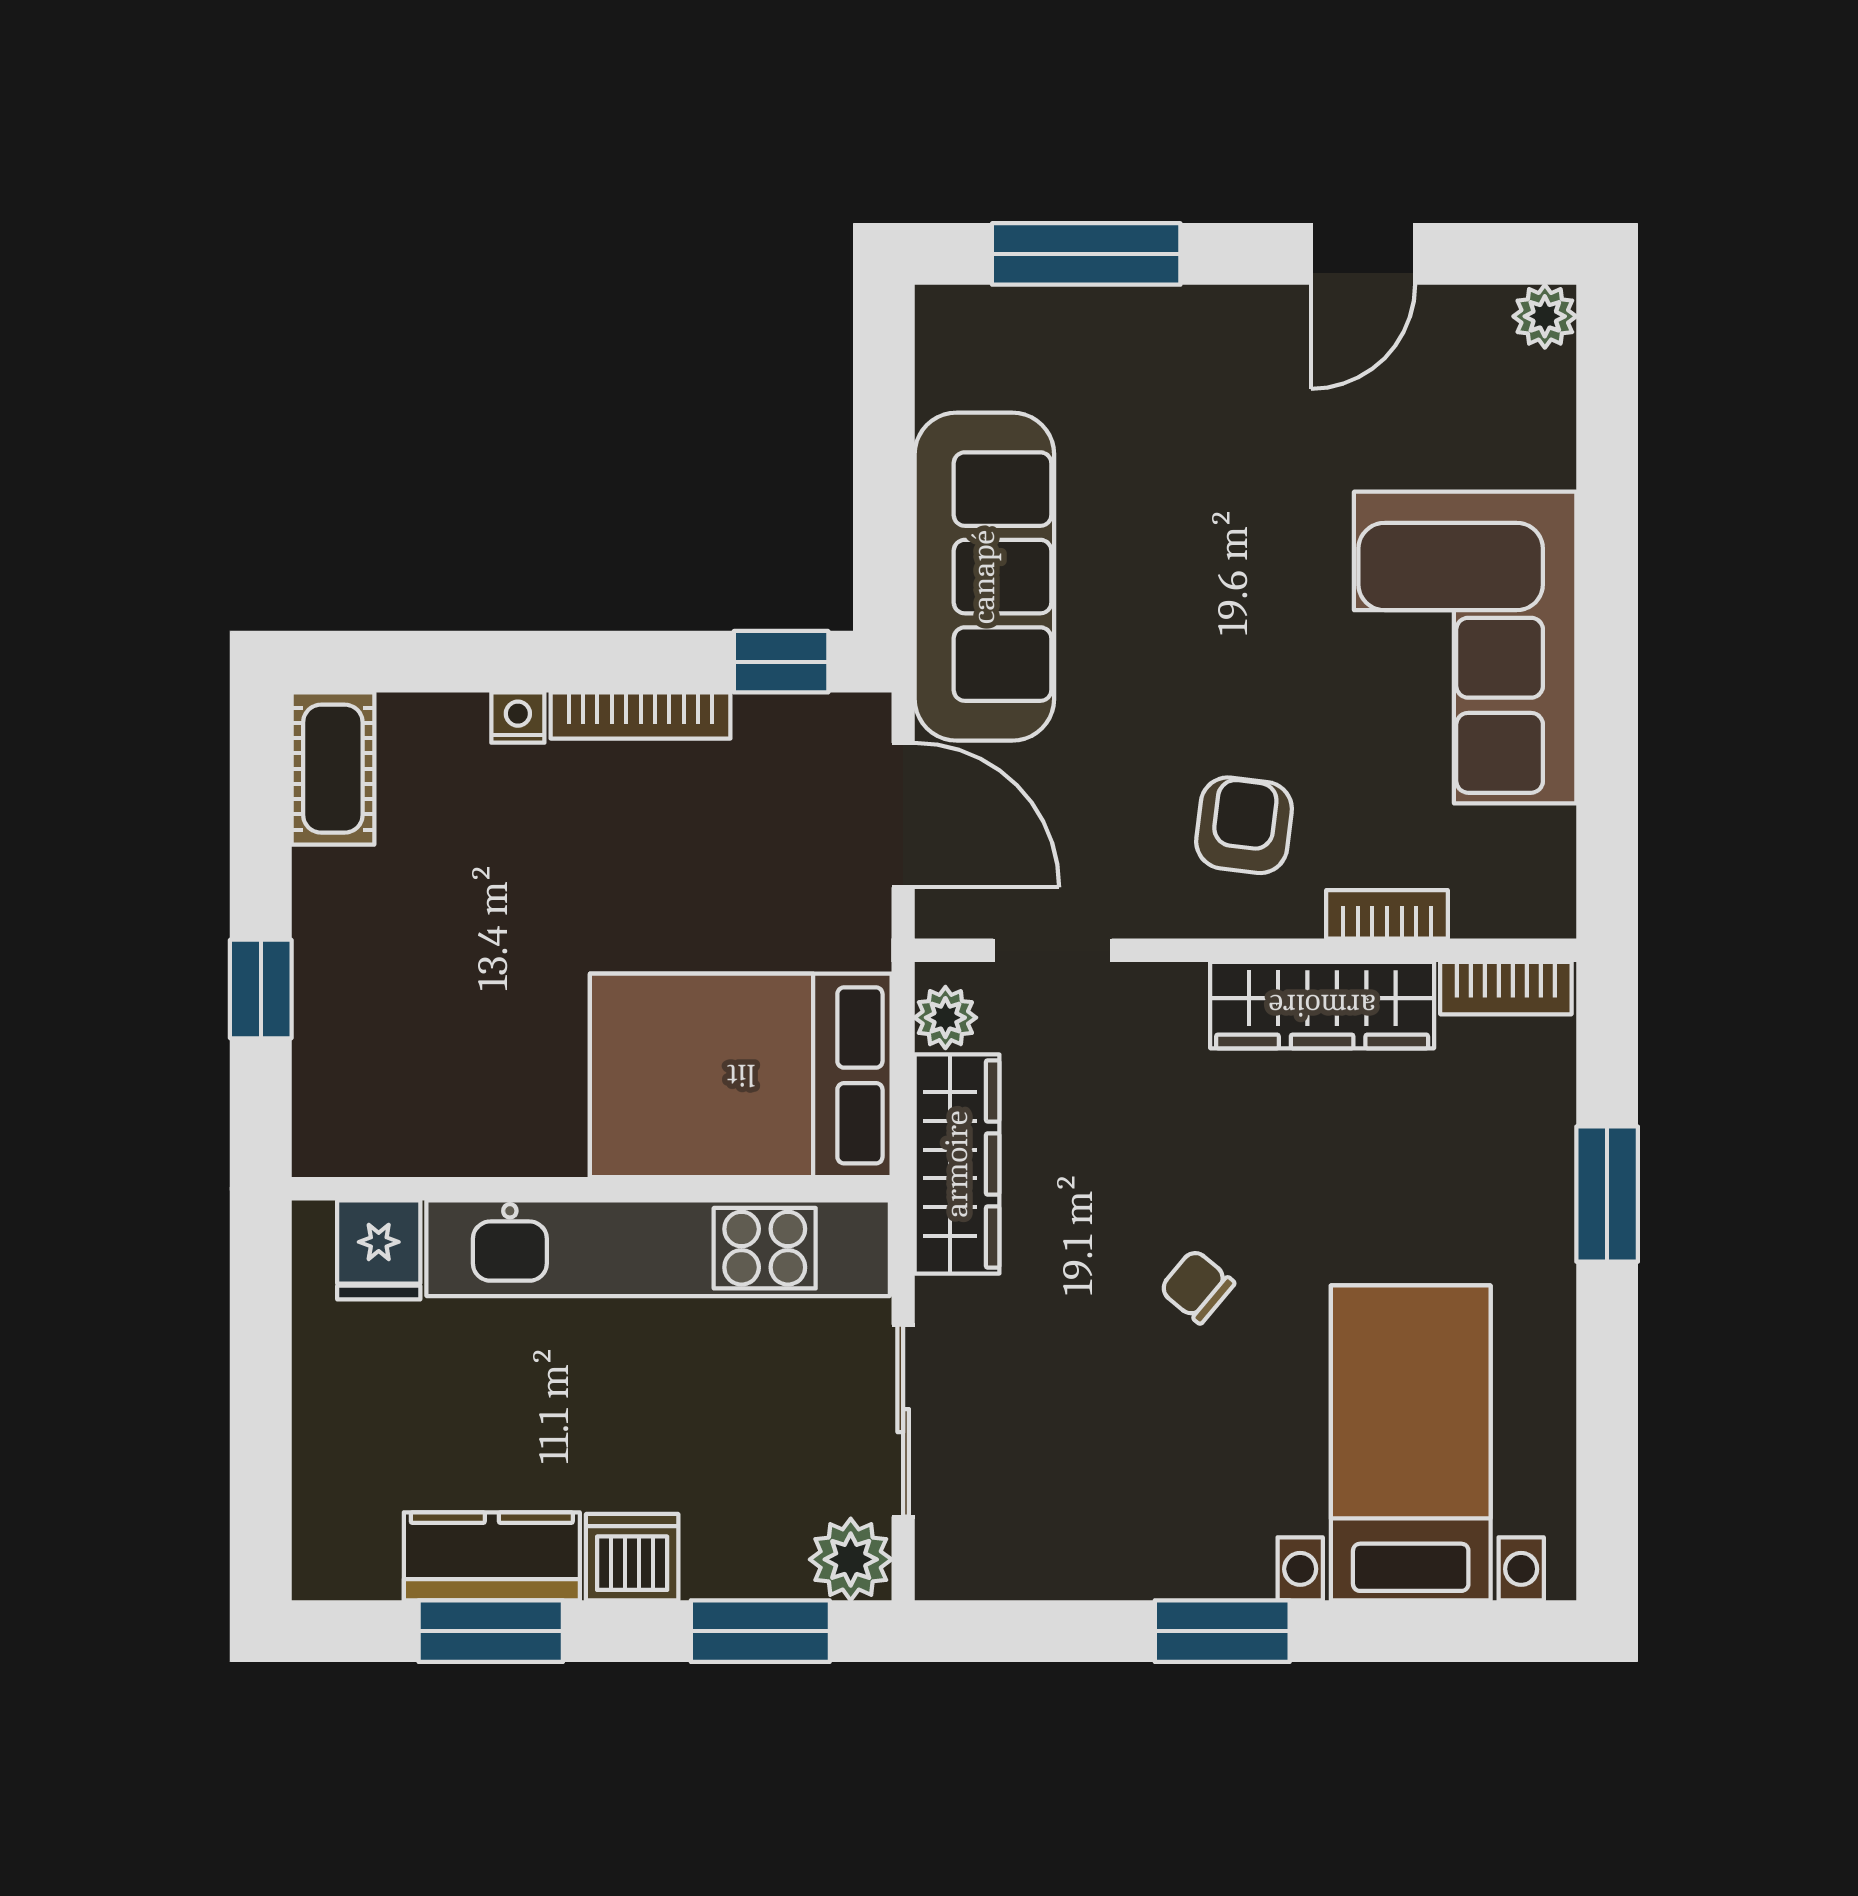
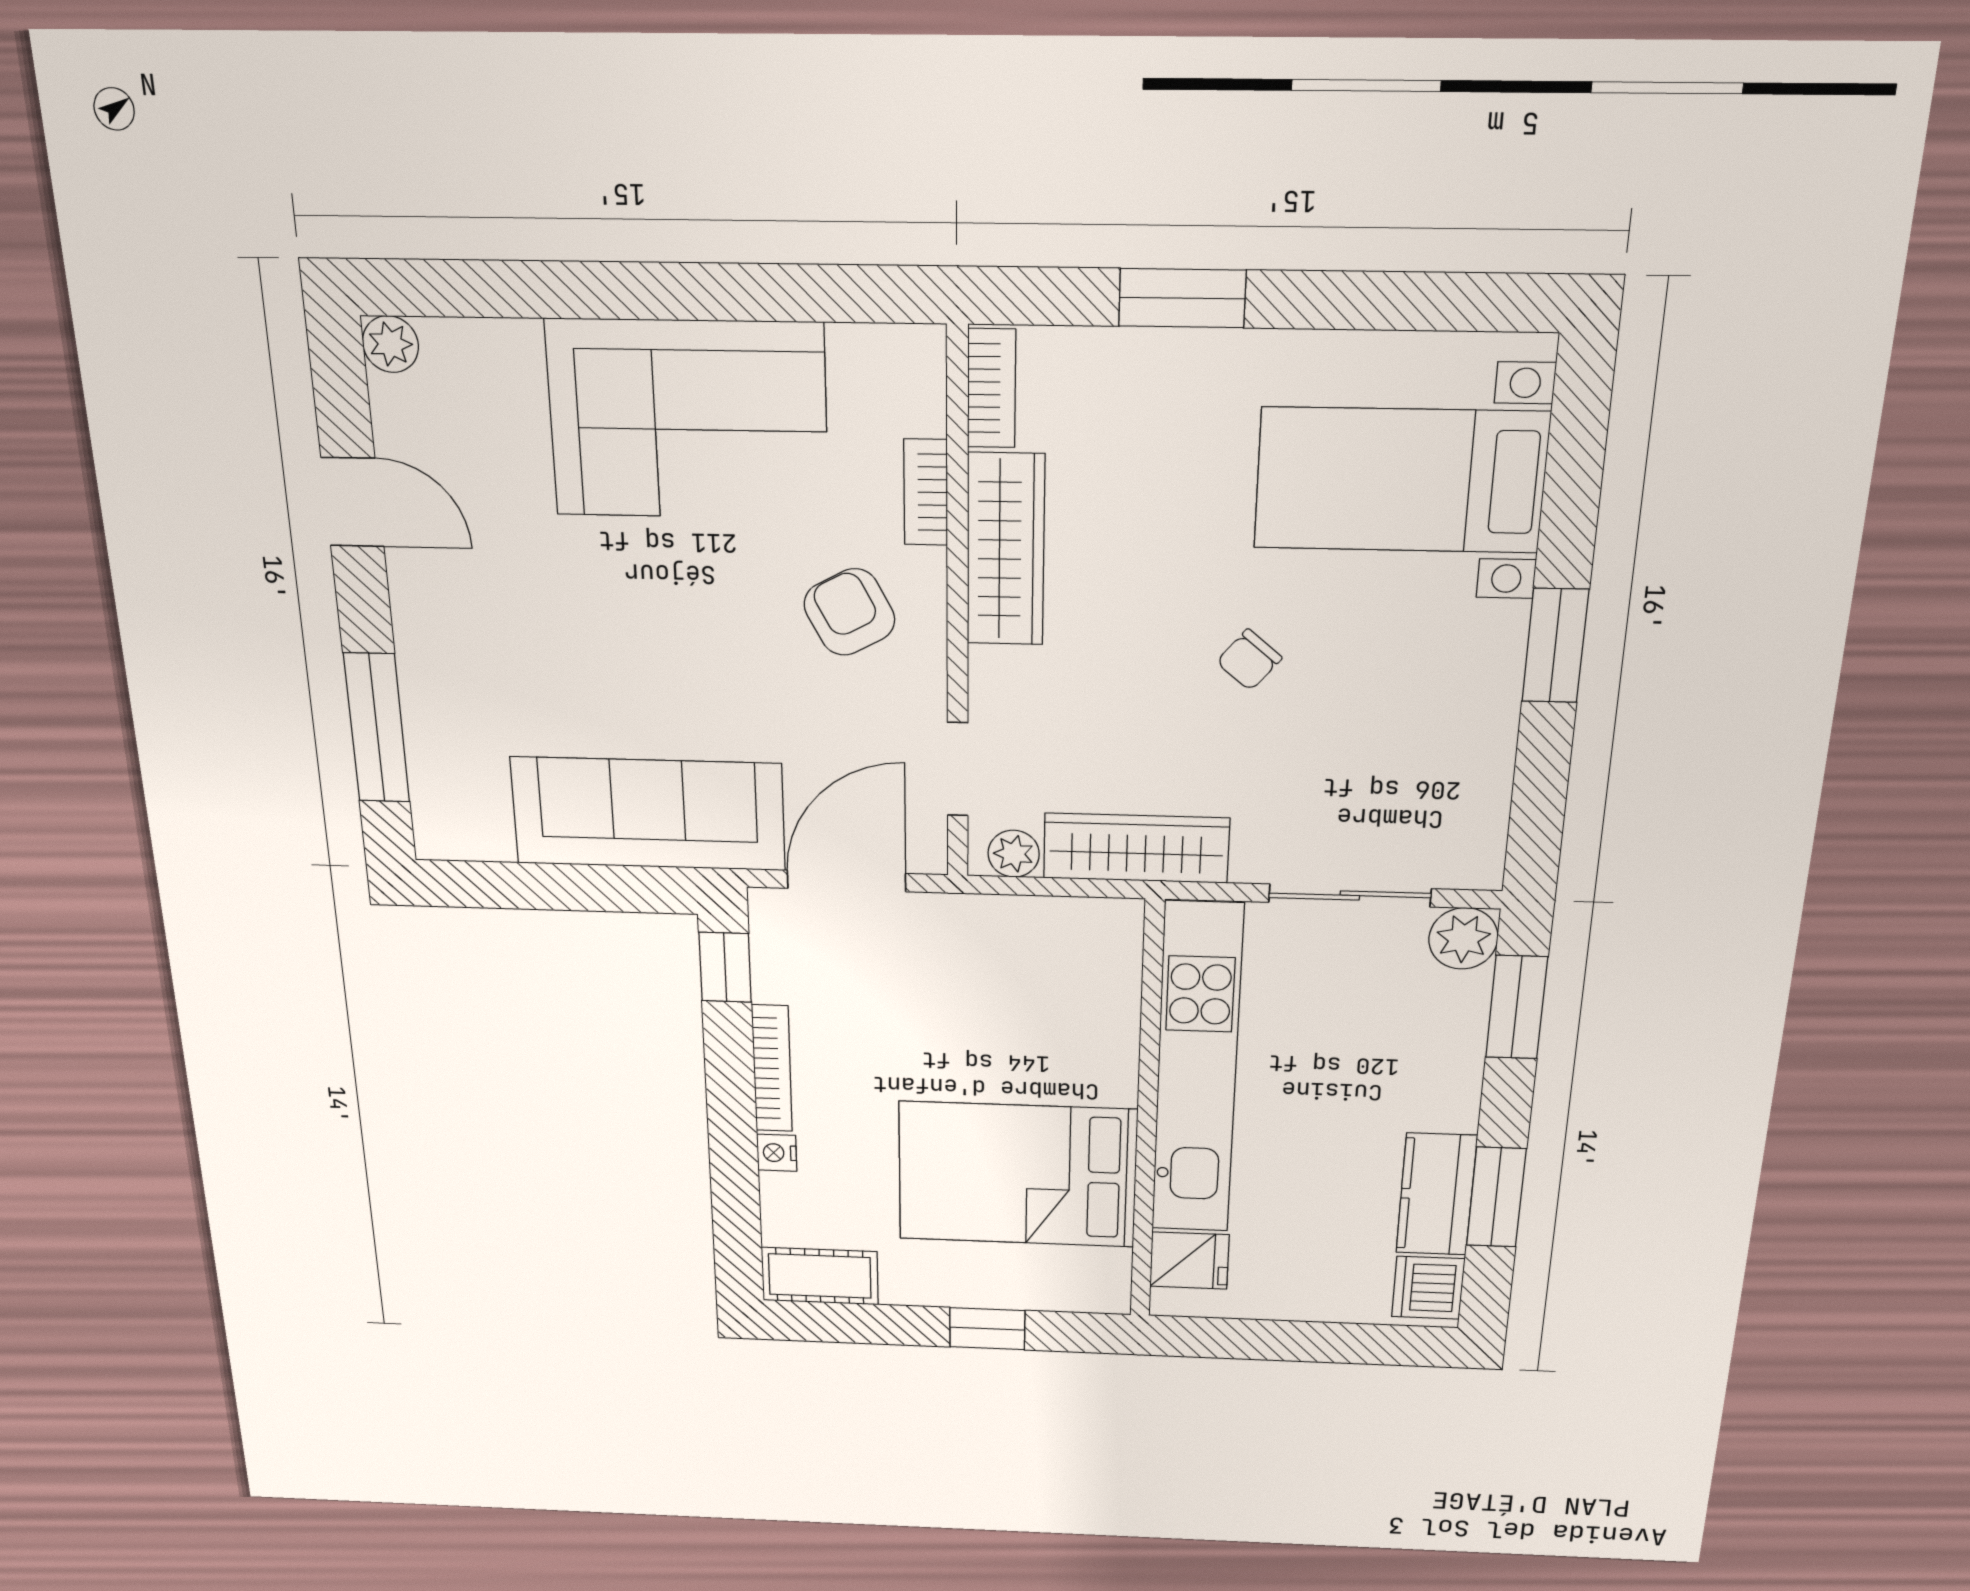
armchair: (1244, 825) -> (849, 612), turned 55
bed: (741, 1075) -> (1017, 1175), moved, turned 90
dishwasher: (632, 1557) -> (1428, 1288), moved

